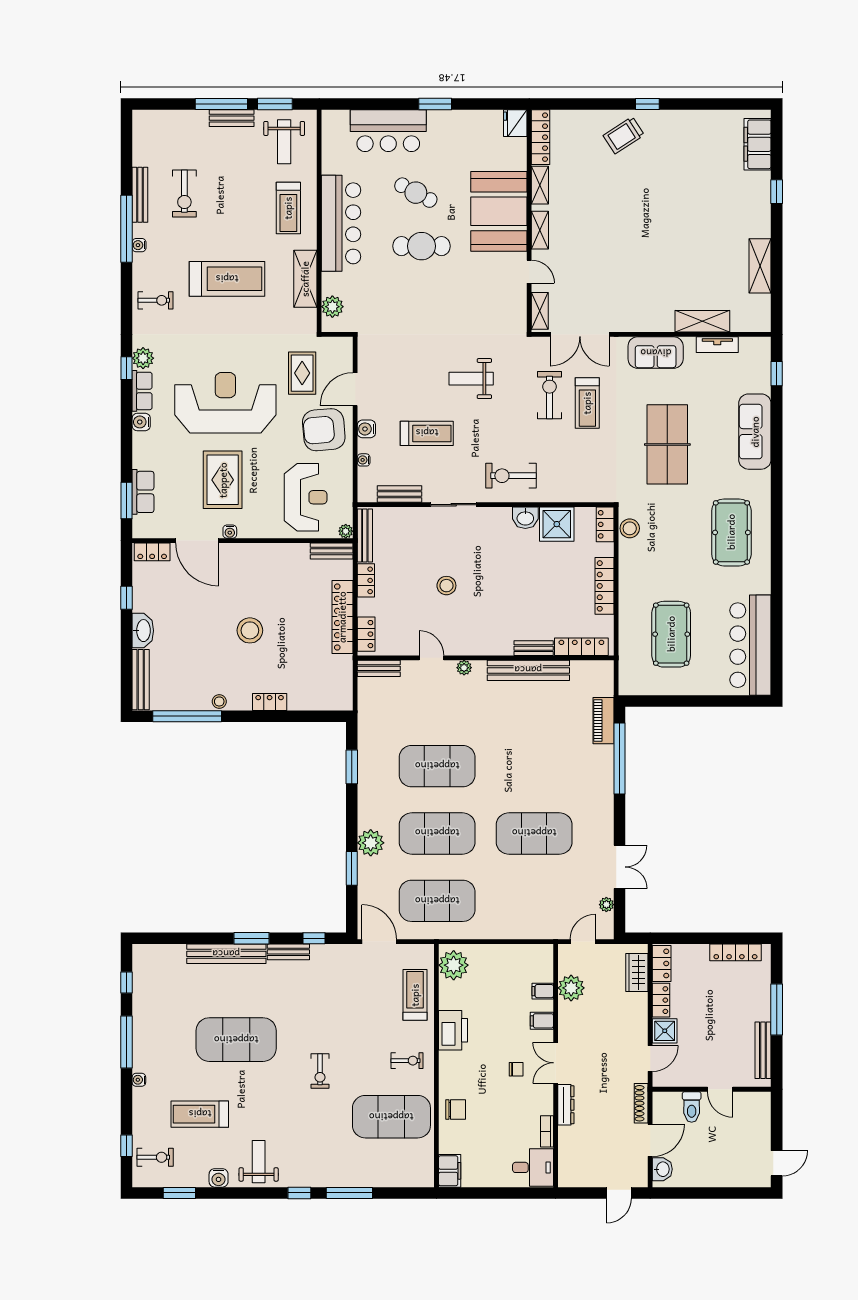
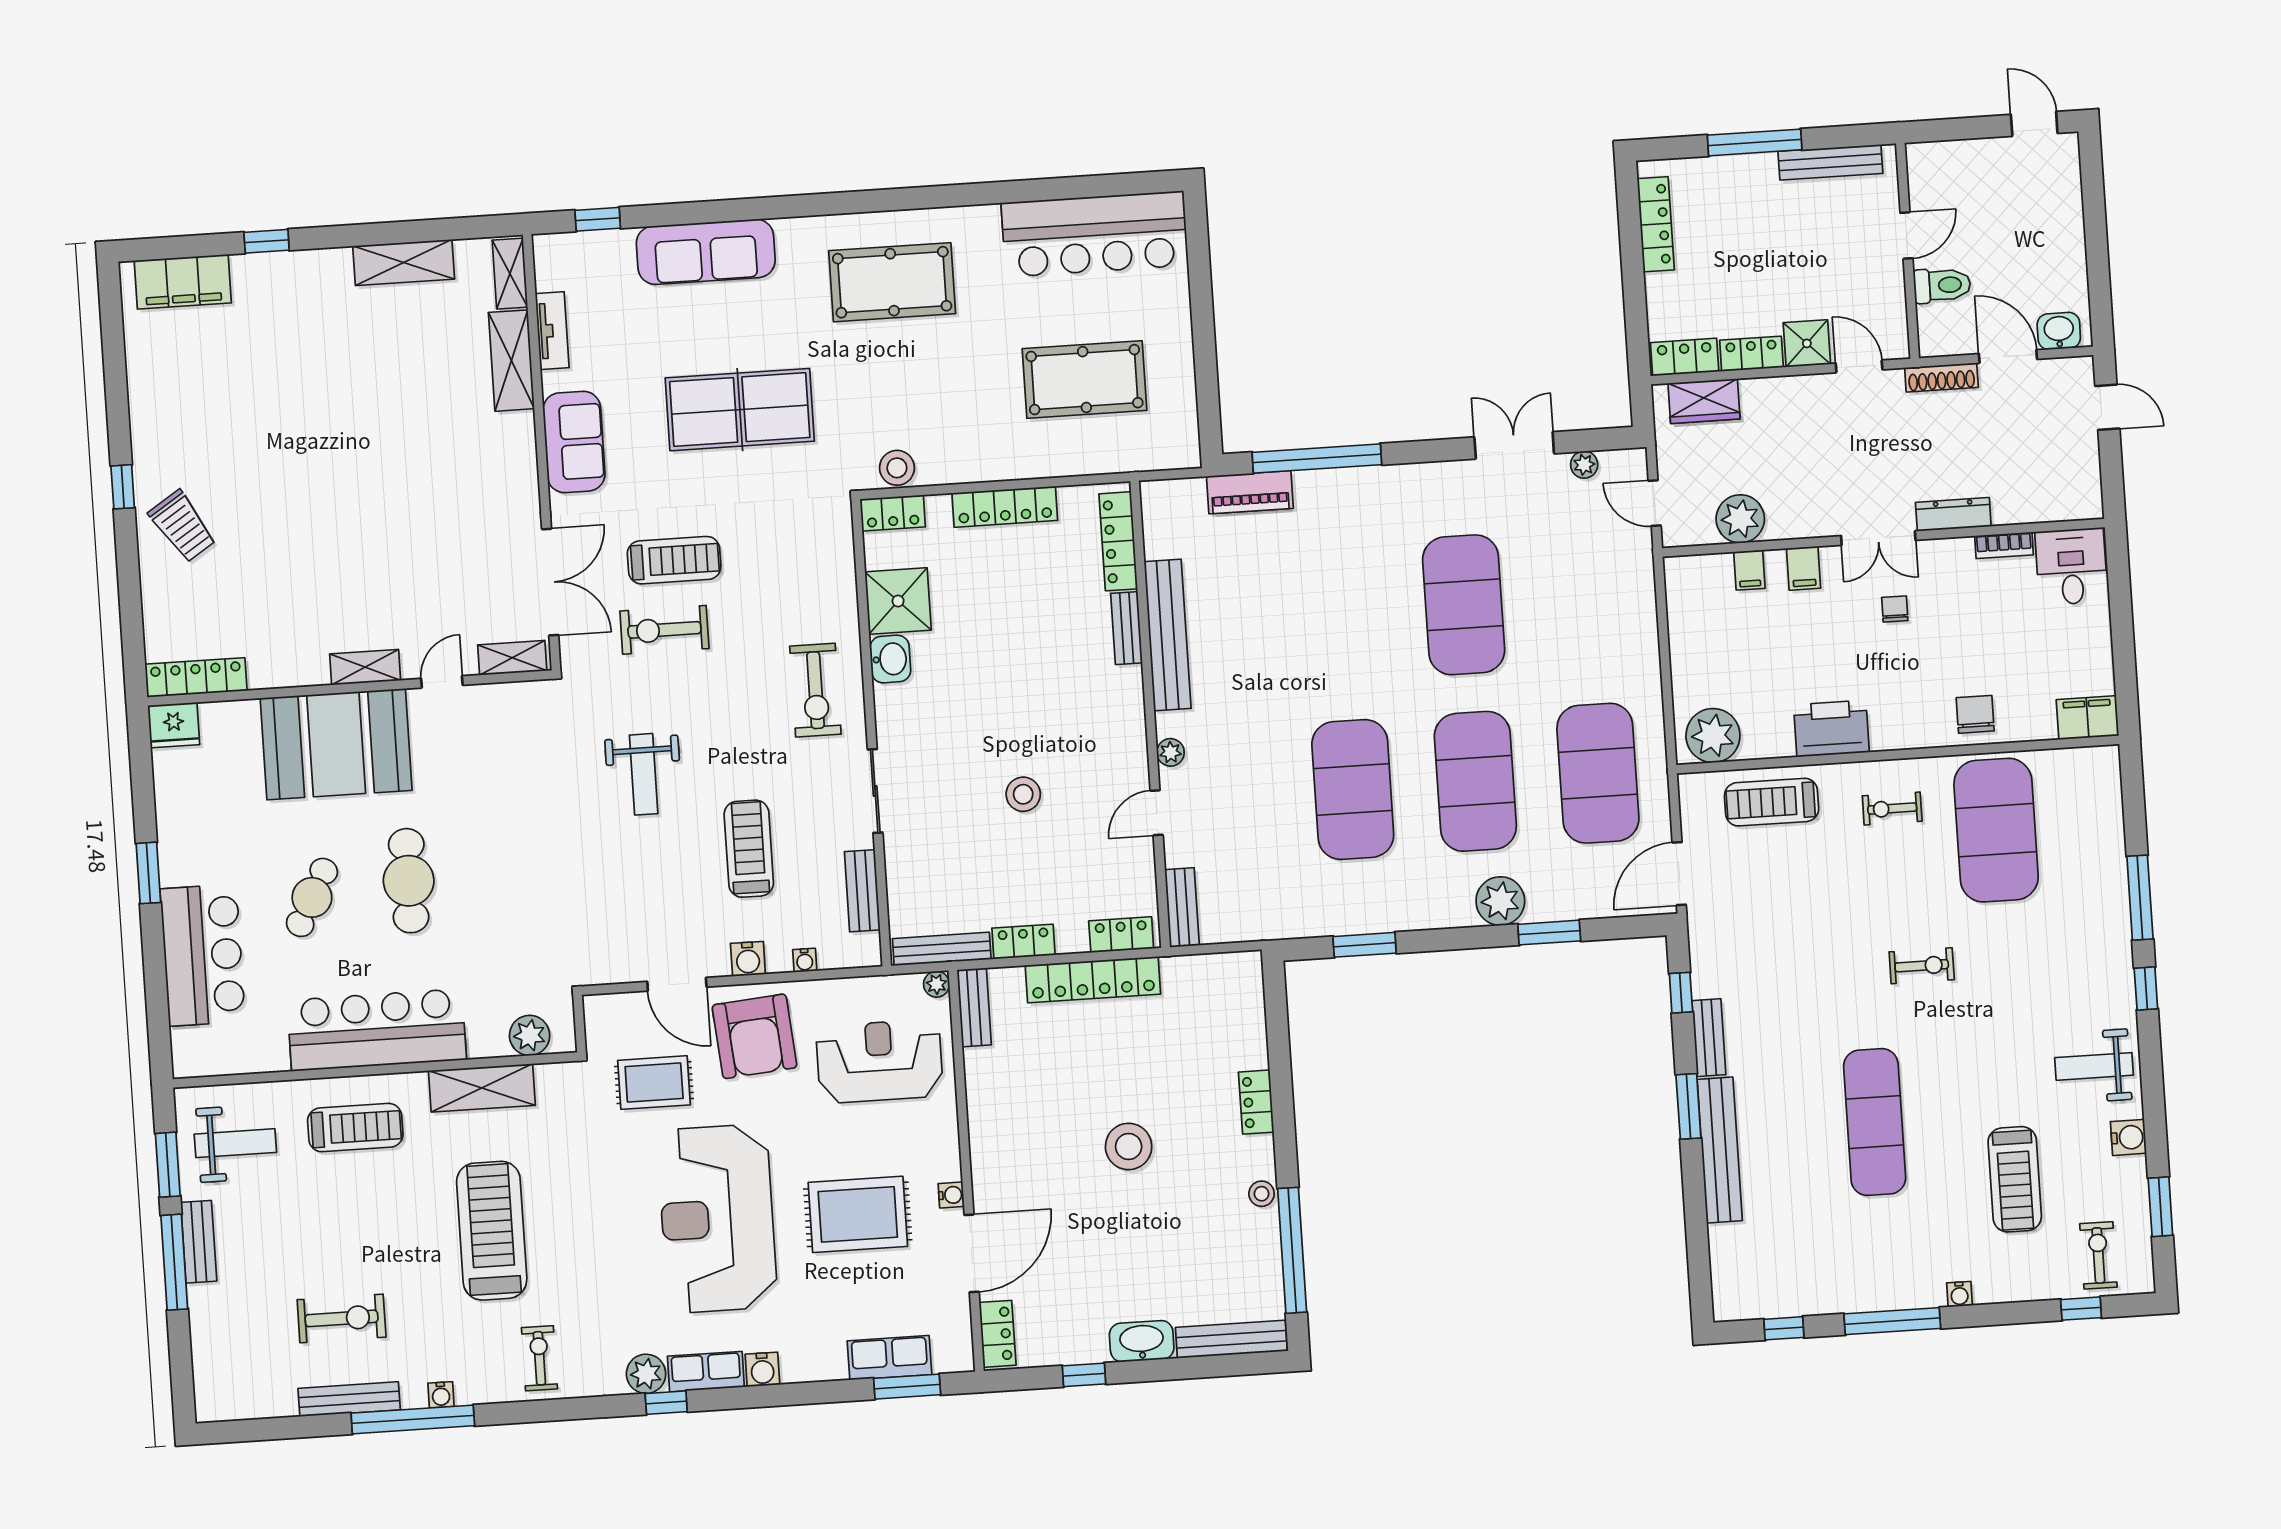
shelving: (540, 185) -> (510, 274), moved, turned 90
exercise mat: (236, 1040) -> (1875, 1122), width x0.68
exercise bike: (407, 1061) -> (1892, 809), turned -90

